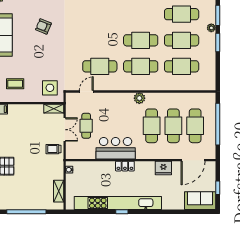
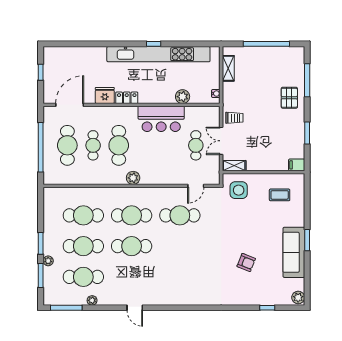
cafe table: (173, 126) -> (93, 145), width x0.73, depth x0.74
locker: (125, 166) -> (127, 98), moved
plant: (97, 167) -> (183, 97), added
sofa: (200, 201) -> (61, 57), removed

